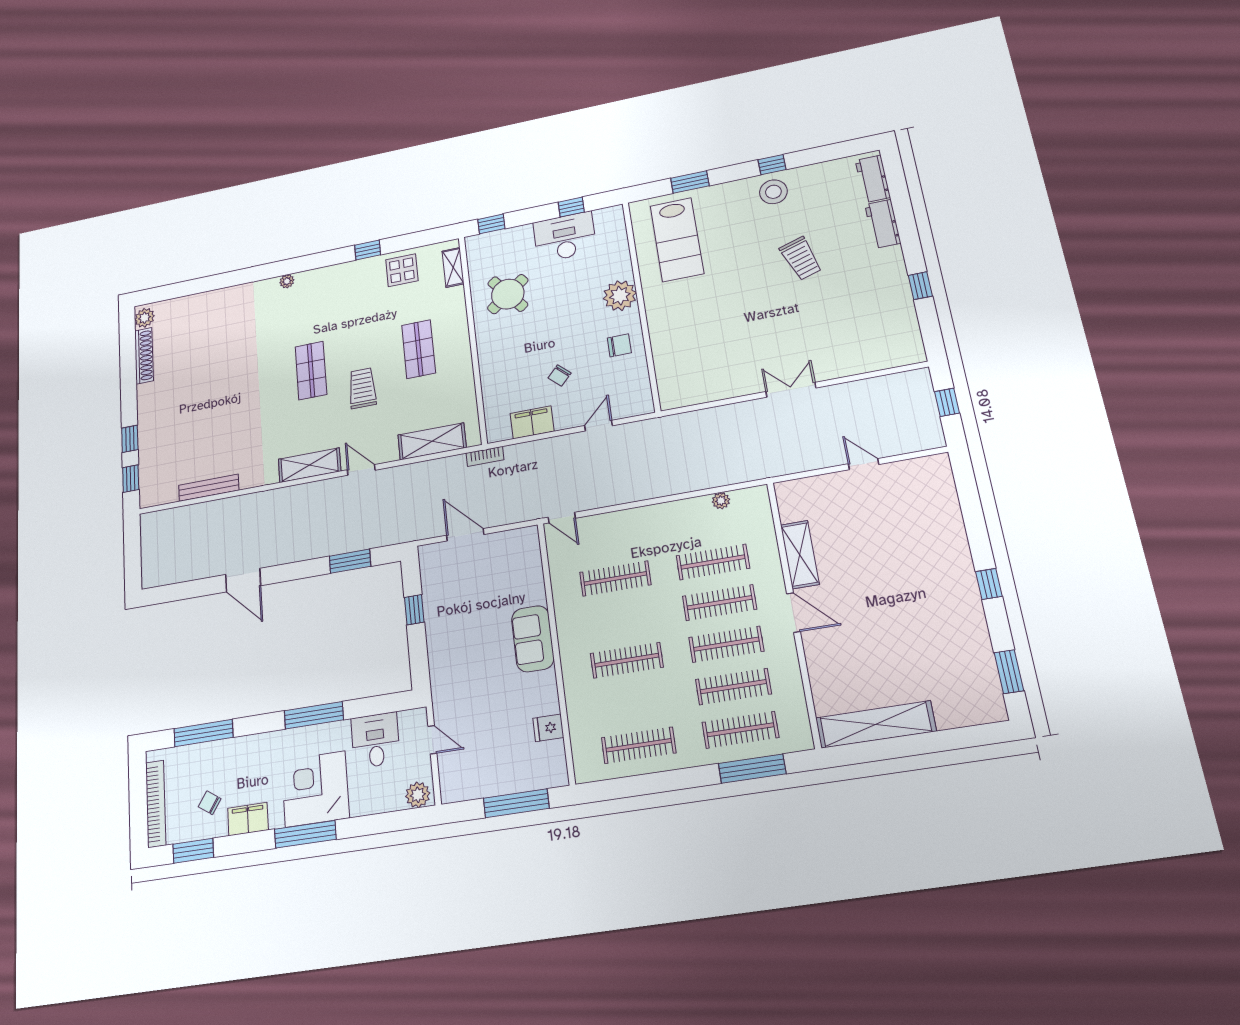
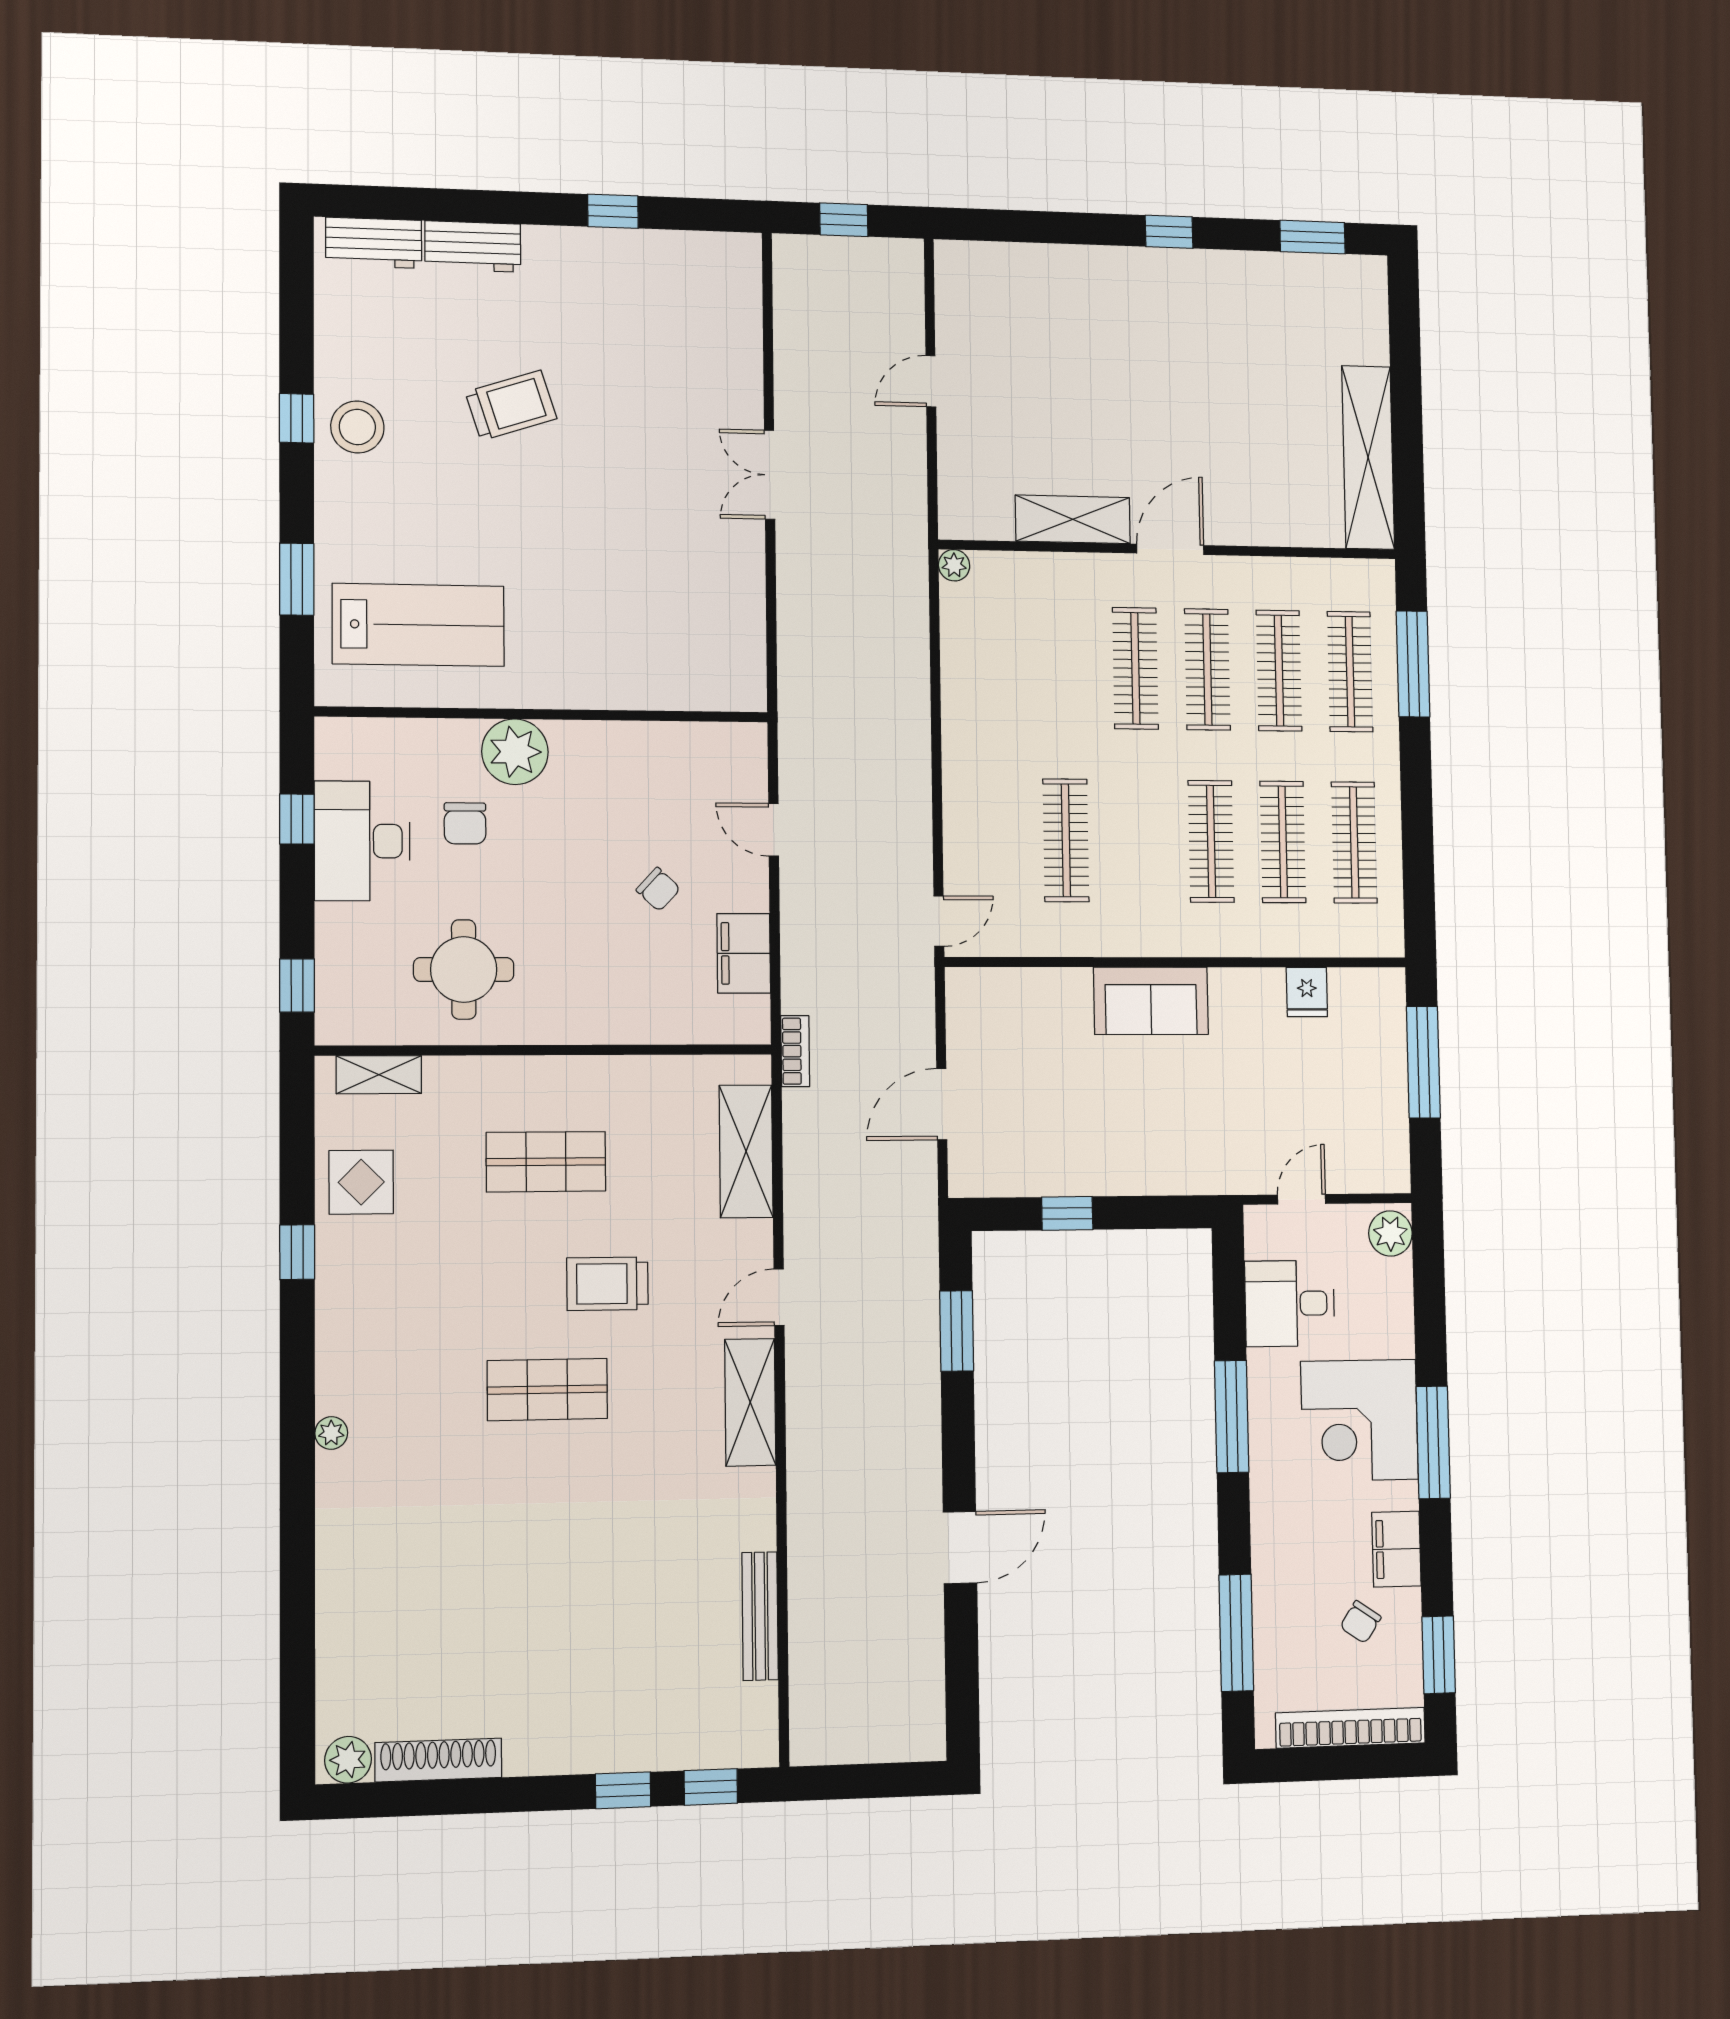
round table: (508, 294) -> (464, 970), turned 38
chair: (619, 345) -> (465, 823), moved, turned 180
plant: (721, 501) -> (954, 565), moved
clothes rail: (713, 562) -> (1283, 842), moved

